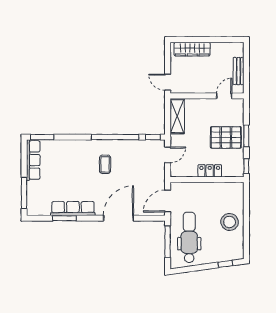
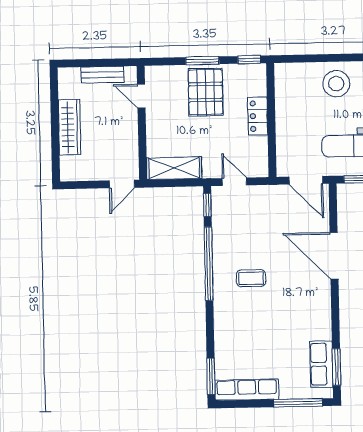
wardrobe: (192, 49) -> (70, 127), moved
row of seats: (73, 209) -> (321, 364), moved, width x0.68
window: (64, 218) -> (336, 367), moved

